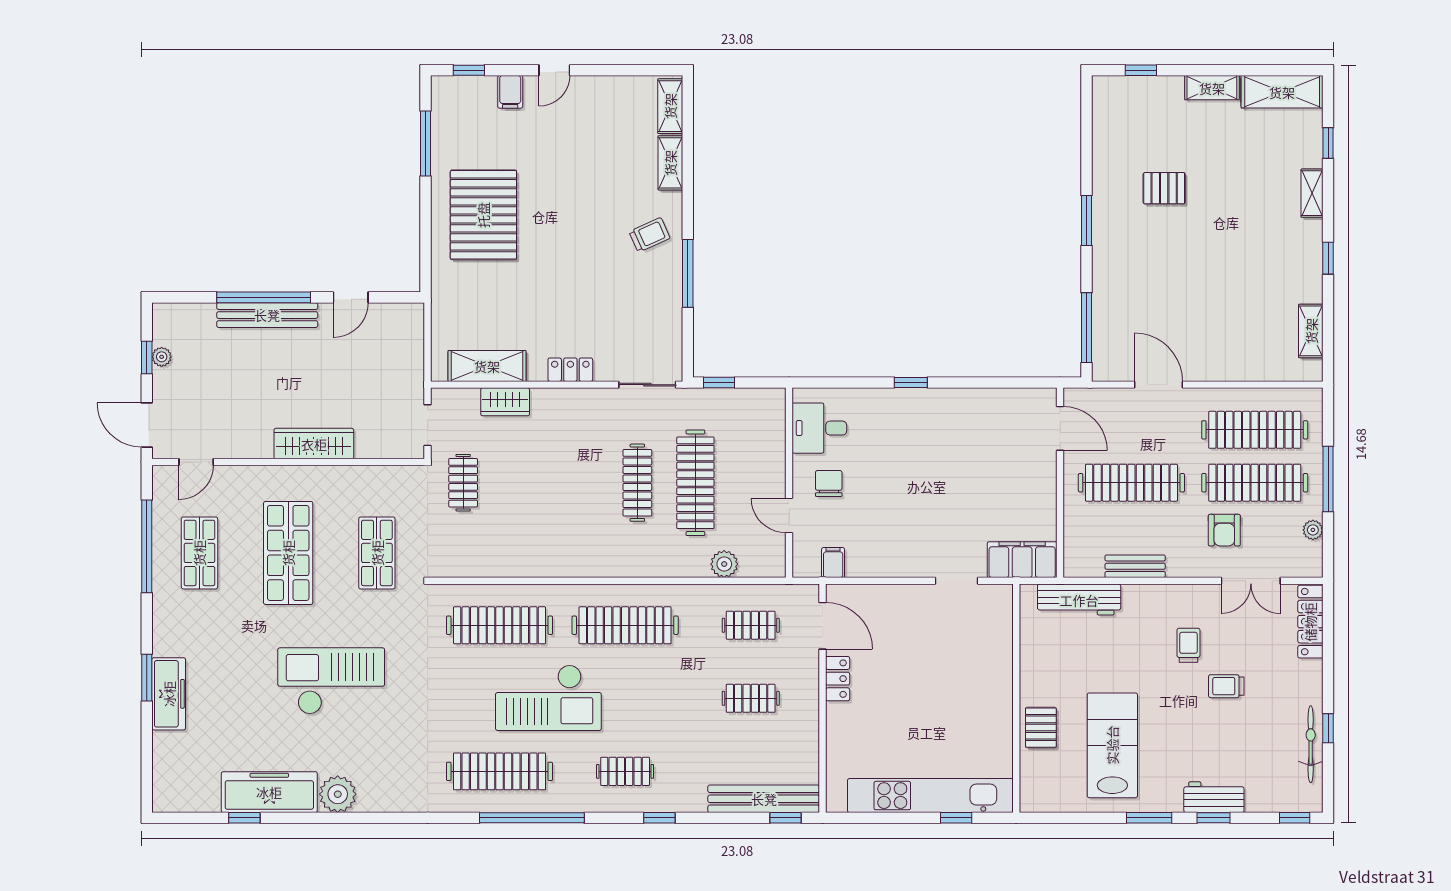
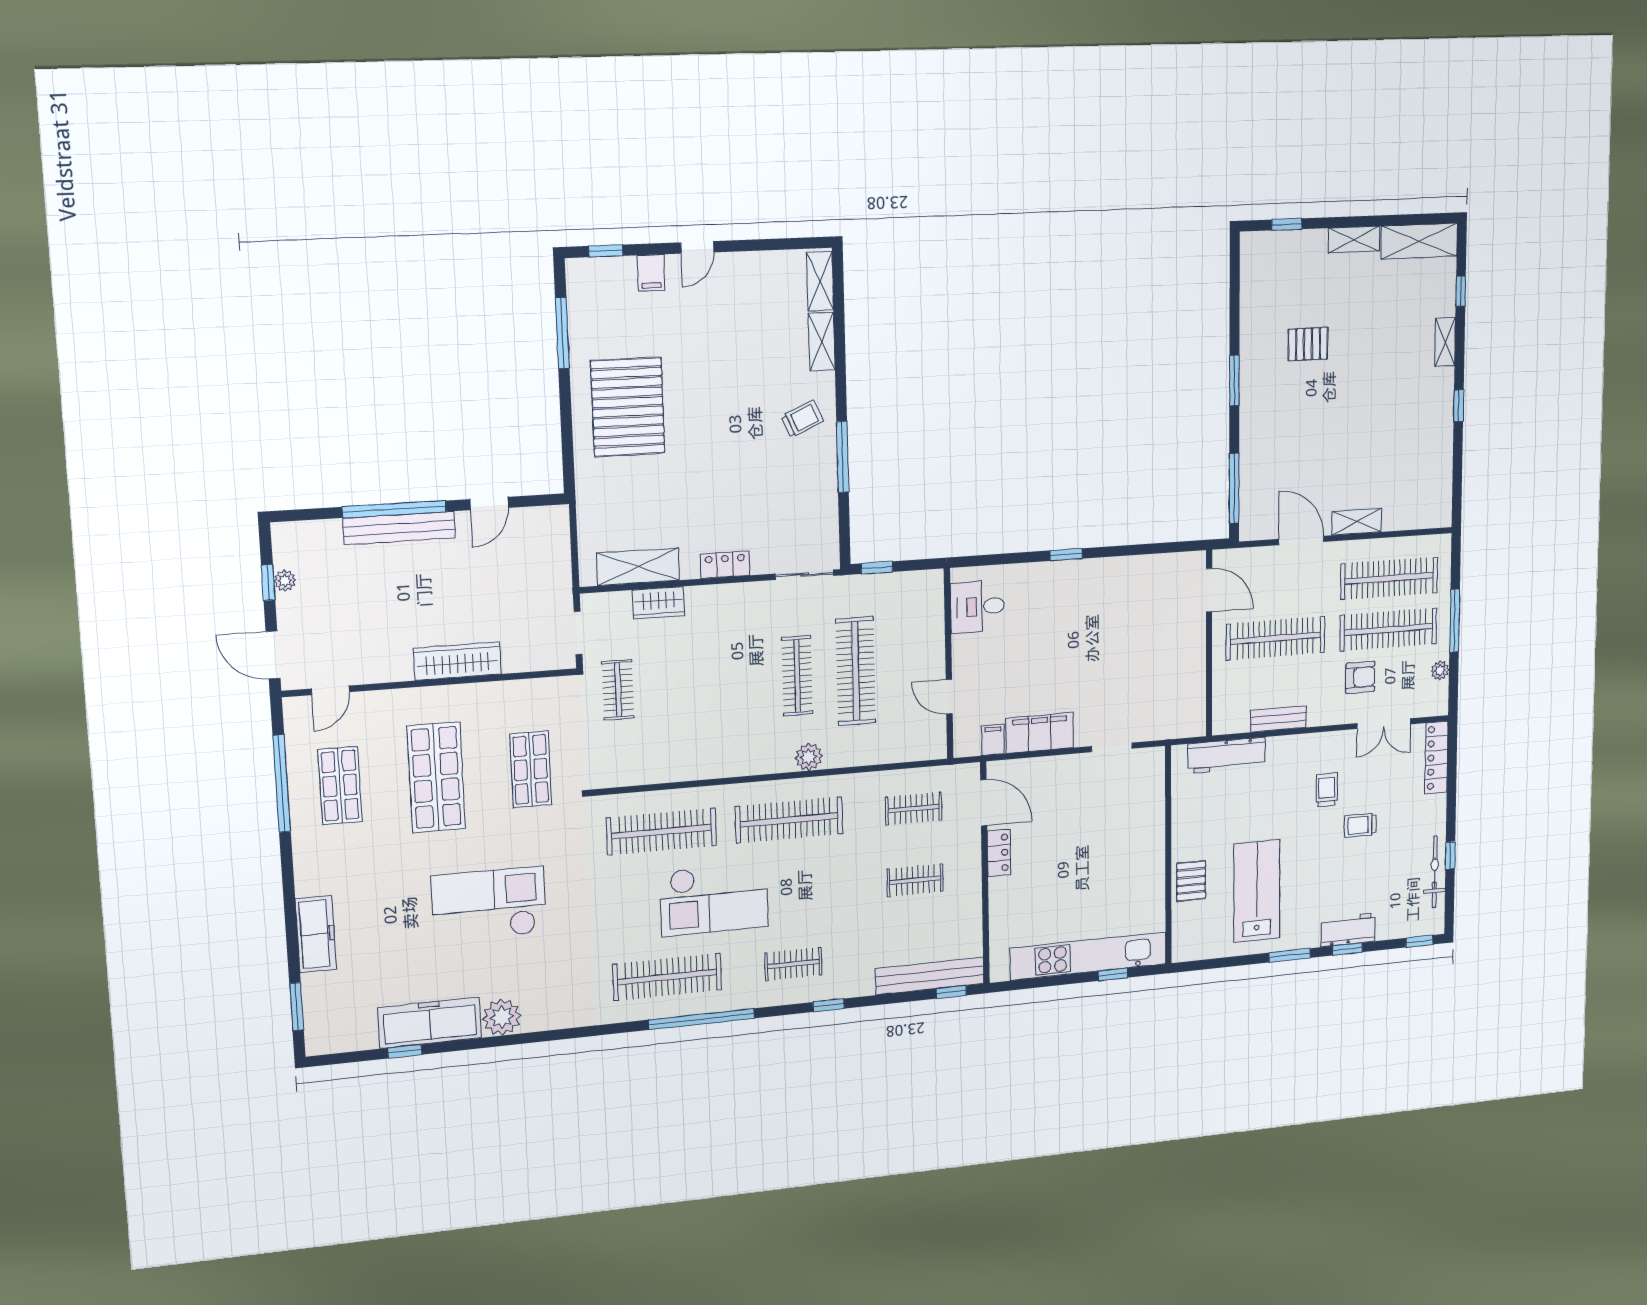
shelving: (1311, 331) -> (1357, 522), moved, turned 90
chair: (829, 484) -> (988, 662), removed
armchair: (1224, 530) -> (1360, 677), turned -90
filing cabinet: (1022, 560) -> (1040, 733), moved
plant: (724, 564) -> (809, 757), moved
window: (147, 678) -> (297, 1007), moved

